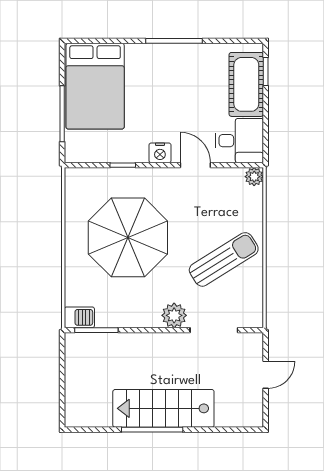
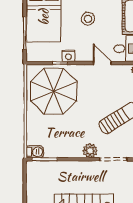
stool: (171, 89) -> (88, 19), added
nightstand: (160, 153) -> (68, 56), moved
parasol: (128, 237) -> (54, 91), moved

